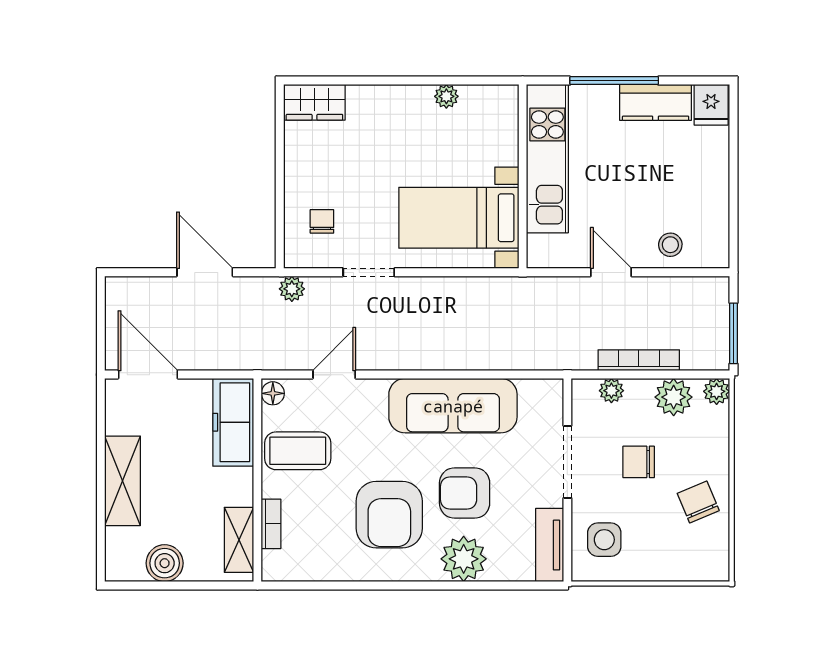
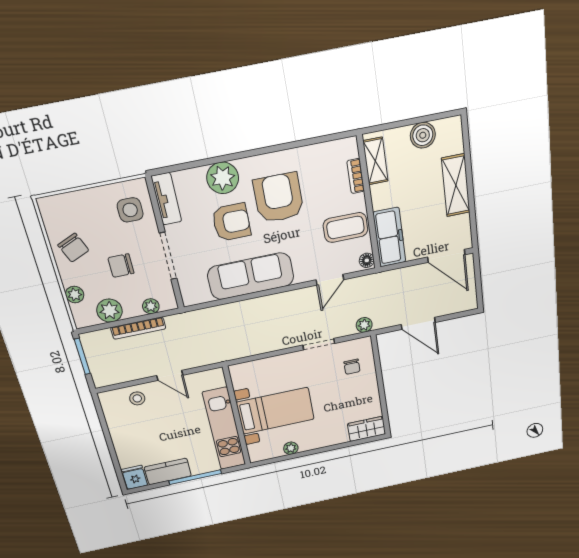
bed with nightstands: (459, 218) -> (275, 411), moved
plant: (717, 391) -> (75, 295), moved
chair: (639, 462) -> (121, 266), turned 180

